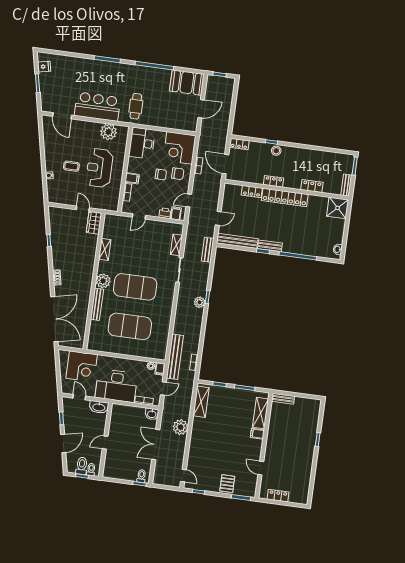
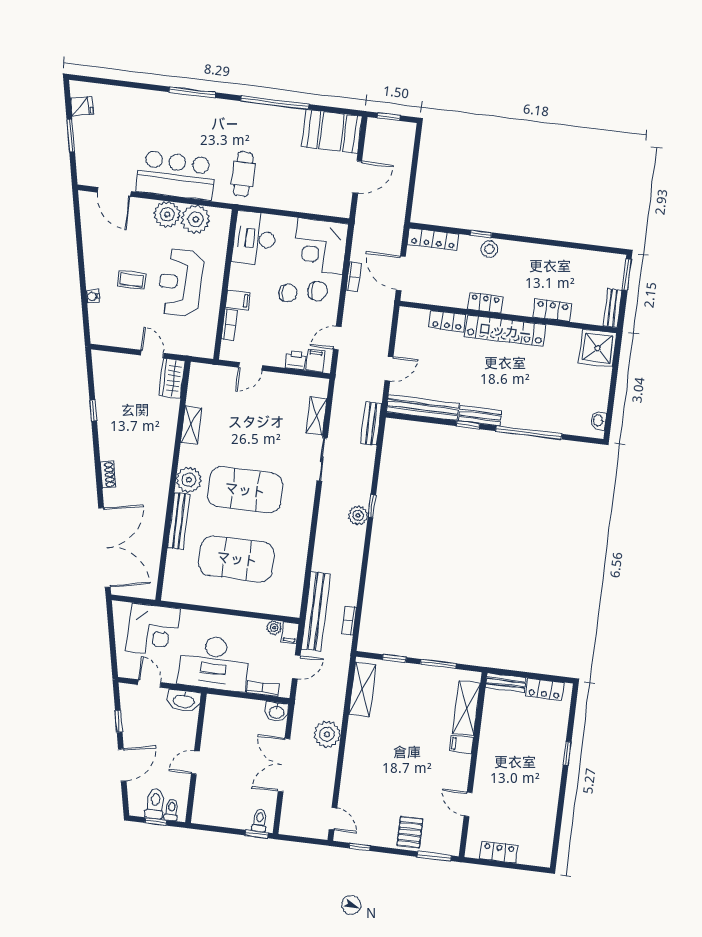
plant: (92, 129) -> (167, 214), added
locker: (239, 144) -> (433, 239), width x1.53
locker: (305, 403) -> (545, 689), added

